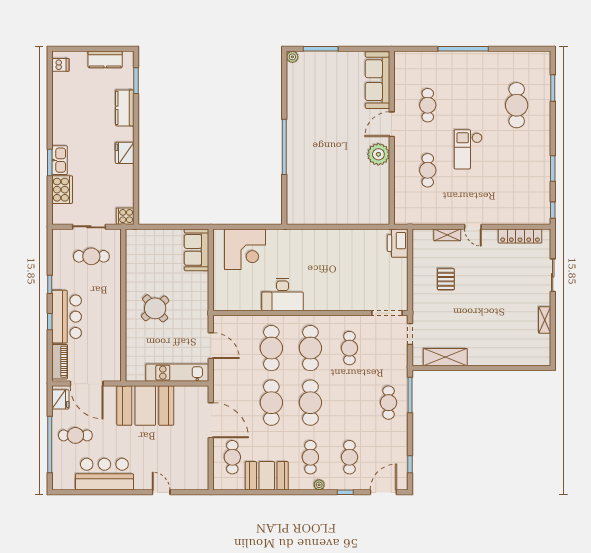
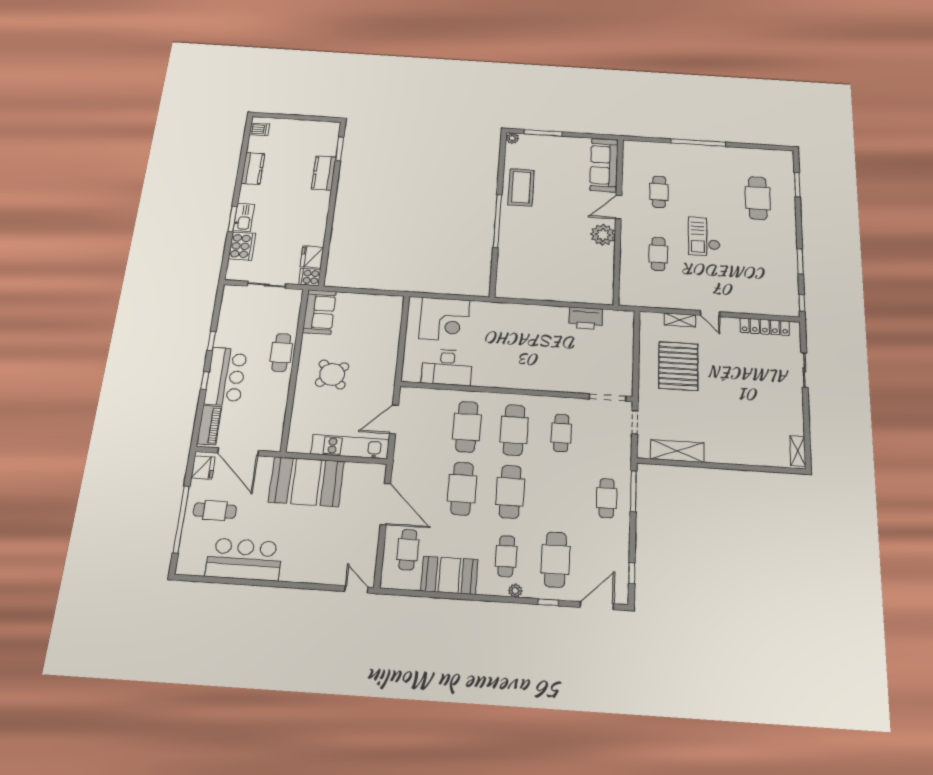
kitchen counter: (105, 59) -> (253, 168), moved, turned -90
coffee table: (303, 110) -> (521, 187), added
fridge: (125, 153) -> (312, 257), moved
printer: (398, 243) -> (586, 318), moved, turned -90
sofa: (197, 250) -> (319, 312), moved, turned 180
cafe table: (91, 256) -> (281, 353), moved, turned 90
pallet: (446, 279) -> (678, 366), width x2.05, depth x2.00
desk: (283, 295) -> (447, 367), moved
shelving: (545, 320) -> (798, 451), moved
door: (211, 346) -> (394, 419), swing flipped
cafe table: (349, 457) -> (555, 560), width x1.37, depth x1.35
door: (161, 492) -> (356, 589), moved

